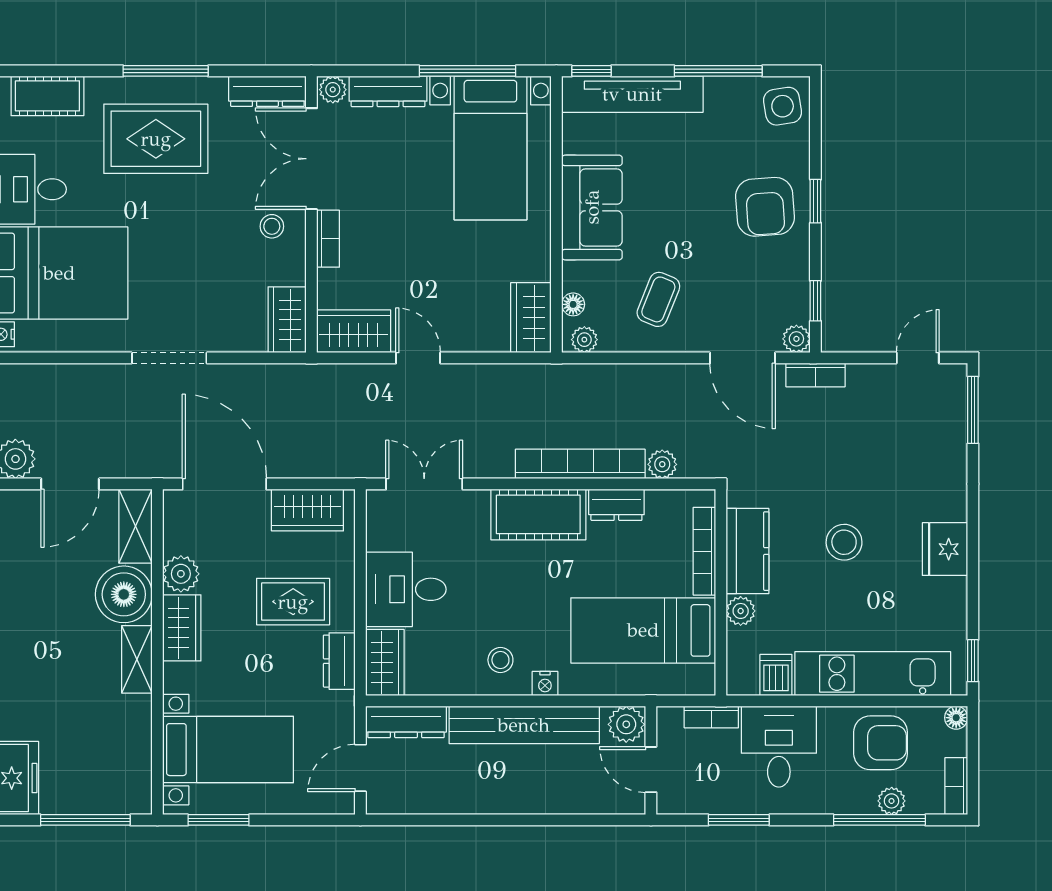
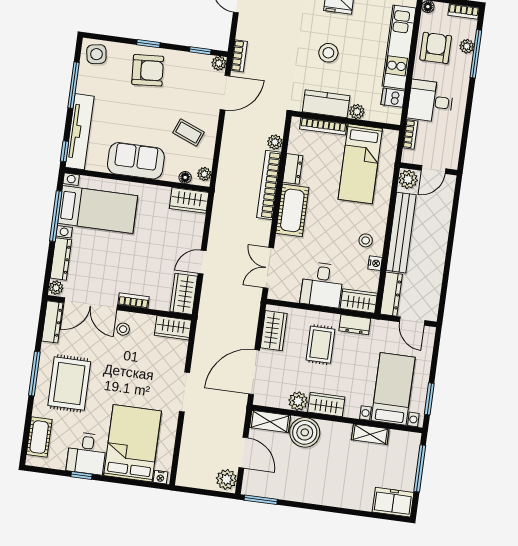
shelving: (137, 659) -> (370, 434), moved
nightstand: (545, 684) -> (375, 263), moved
window: (739, 820) -> (466, 127), removed

